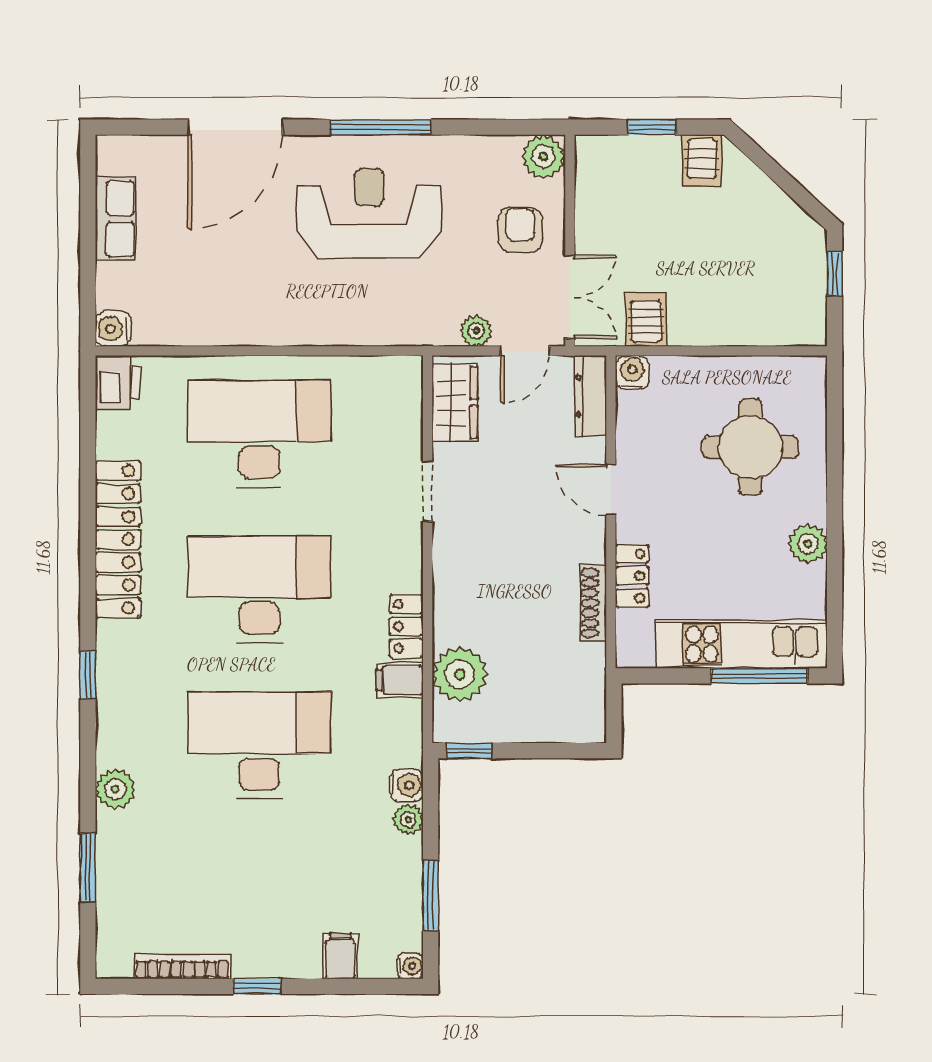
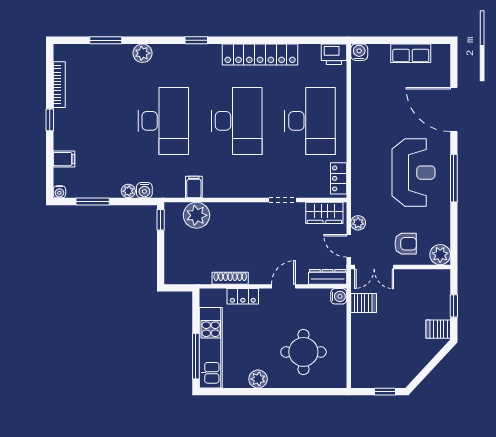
locker: (406, 626) -> (339, 178), moved, turned -90

